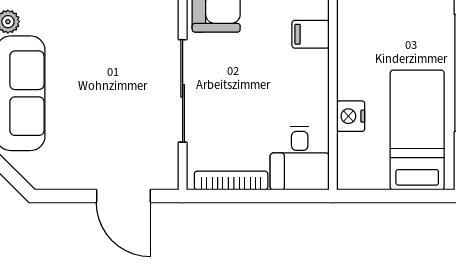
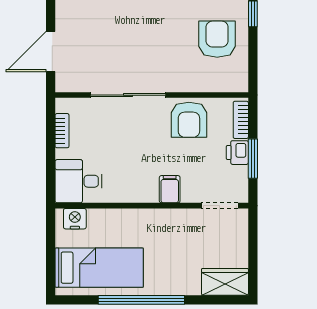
nightstand: (351, 116) -> (75, 219), moved
bookcase: (231, 181) -> (62, 131), width x0.64

